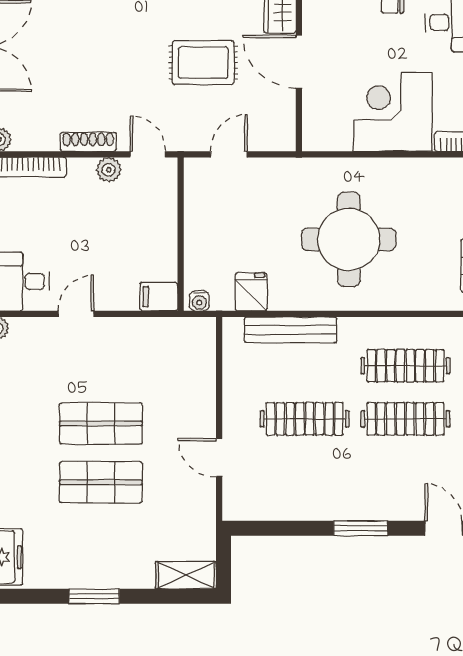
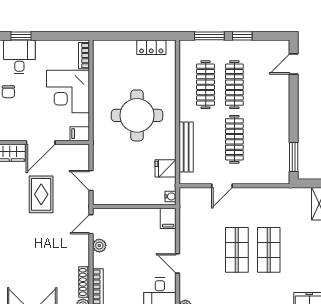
filing cabinet: (315, 134) -> (80, 134), added
shoe rack: (88, 142) -> (84, 282), moved
door: (219, 458) -> (222, 186), moved
window: (361, 528) -> (294, 157), moved

